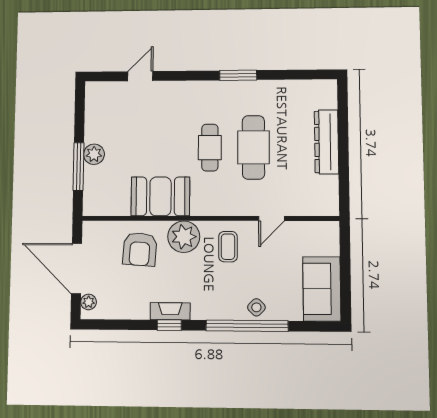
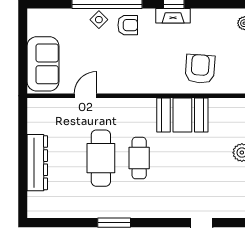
plant: (184, 237) -> (162, 80), removed
coffee table: (228, 247) -> (123, 71), removed
sofa: (322, 289) -> (43, 64), moved
armchair: (223, 301) -> (128, 25), added

